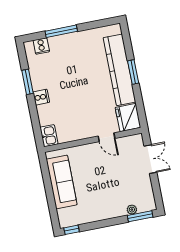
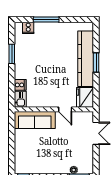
cooker: (41, 97) -> (20, 85), moved
sofa: (62, 182) -> (35, 120), moved, turned 90

